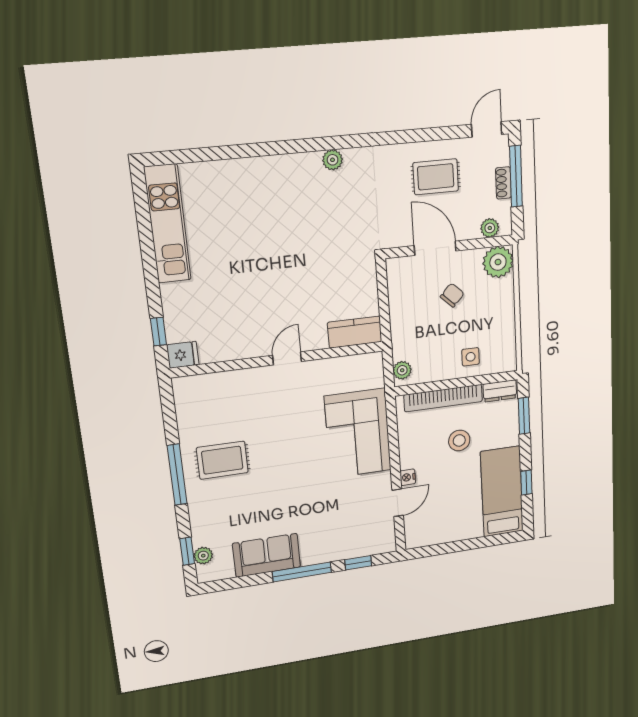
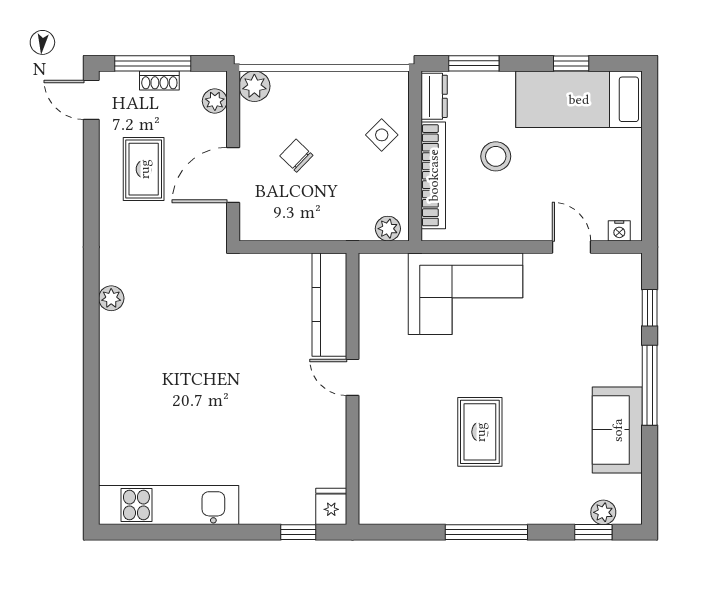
plant: (498, 262) -> (254, 86), width x0.73, depth x0.73
kitchen counter: (355, 332) -> (329, 305), width x1.50
side table: (471, 357) -> (382, 135), turned 45
rug: (222, 460) -> (480, 432), moved
nightstand: (408, 477) -> (619, 231), moved

